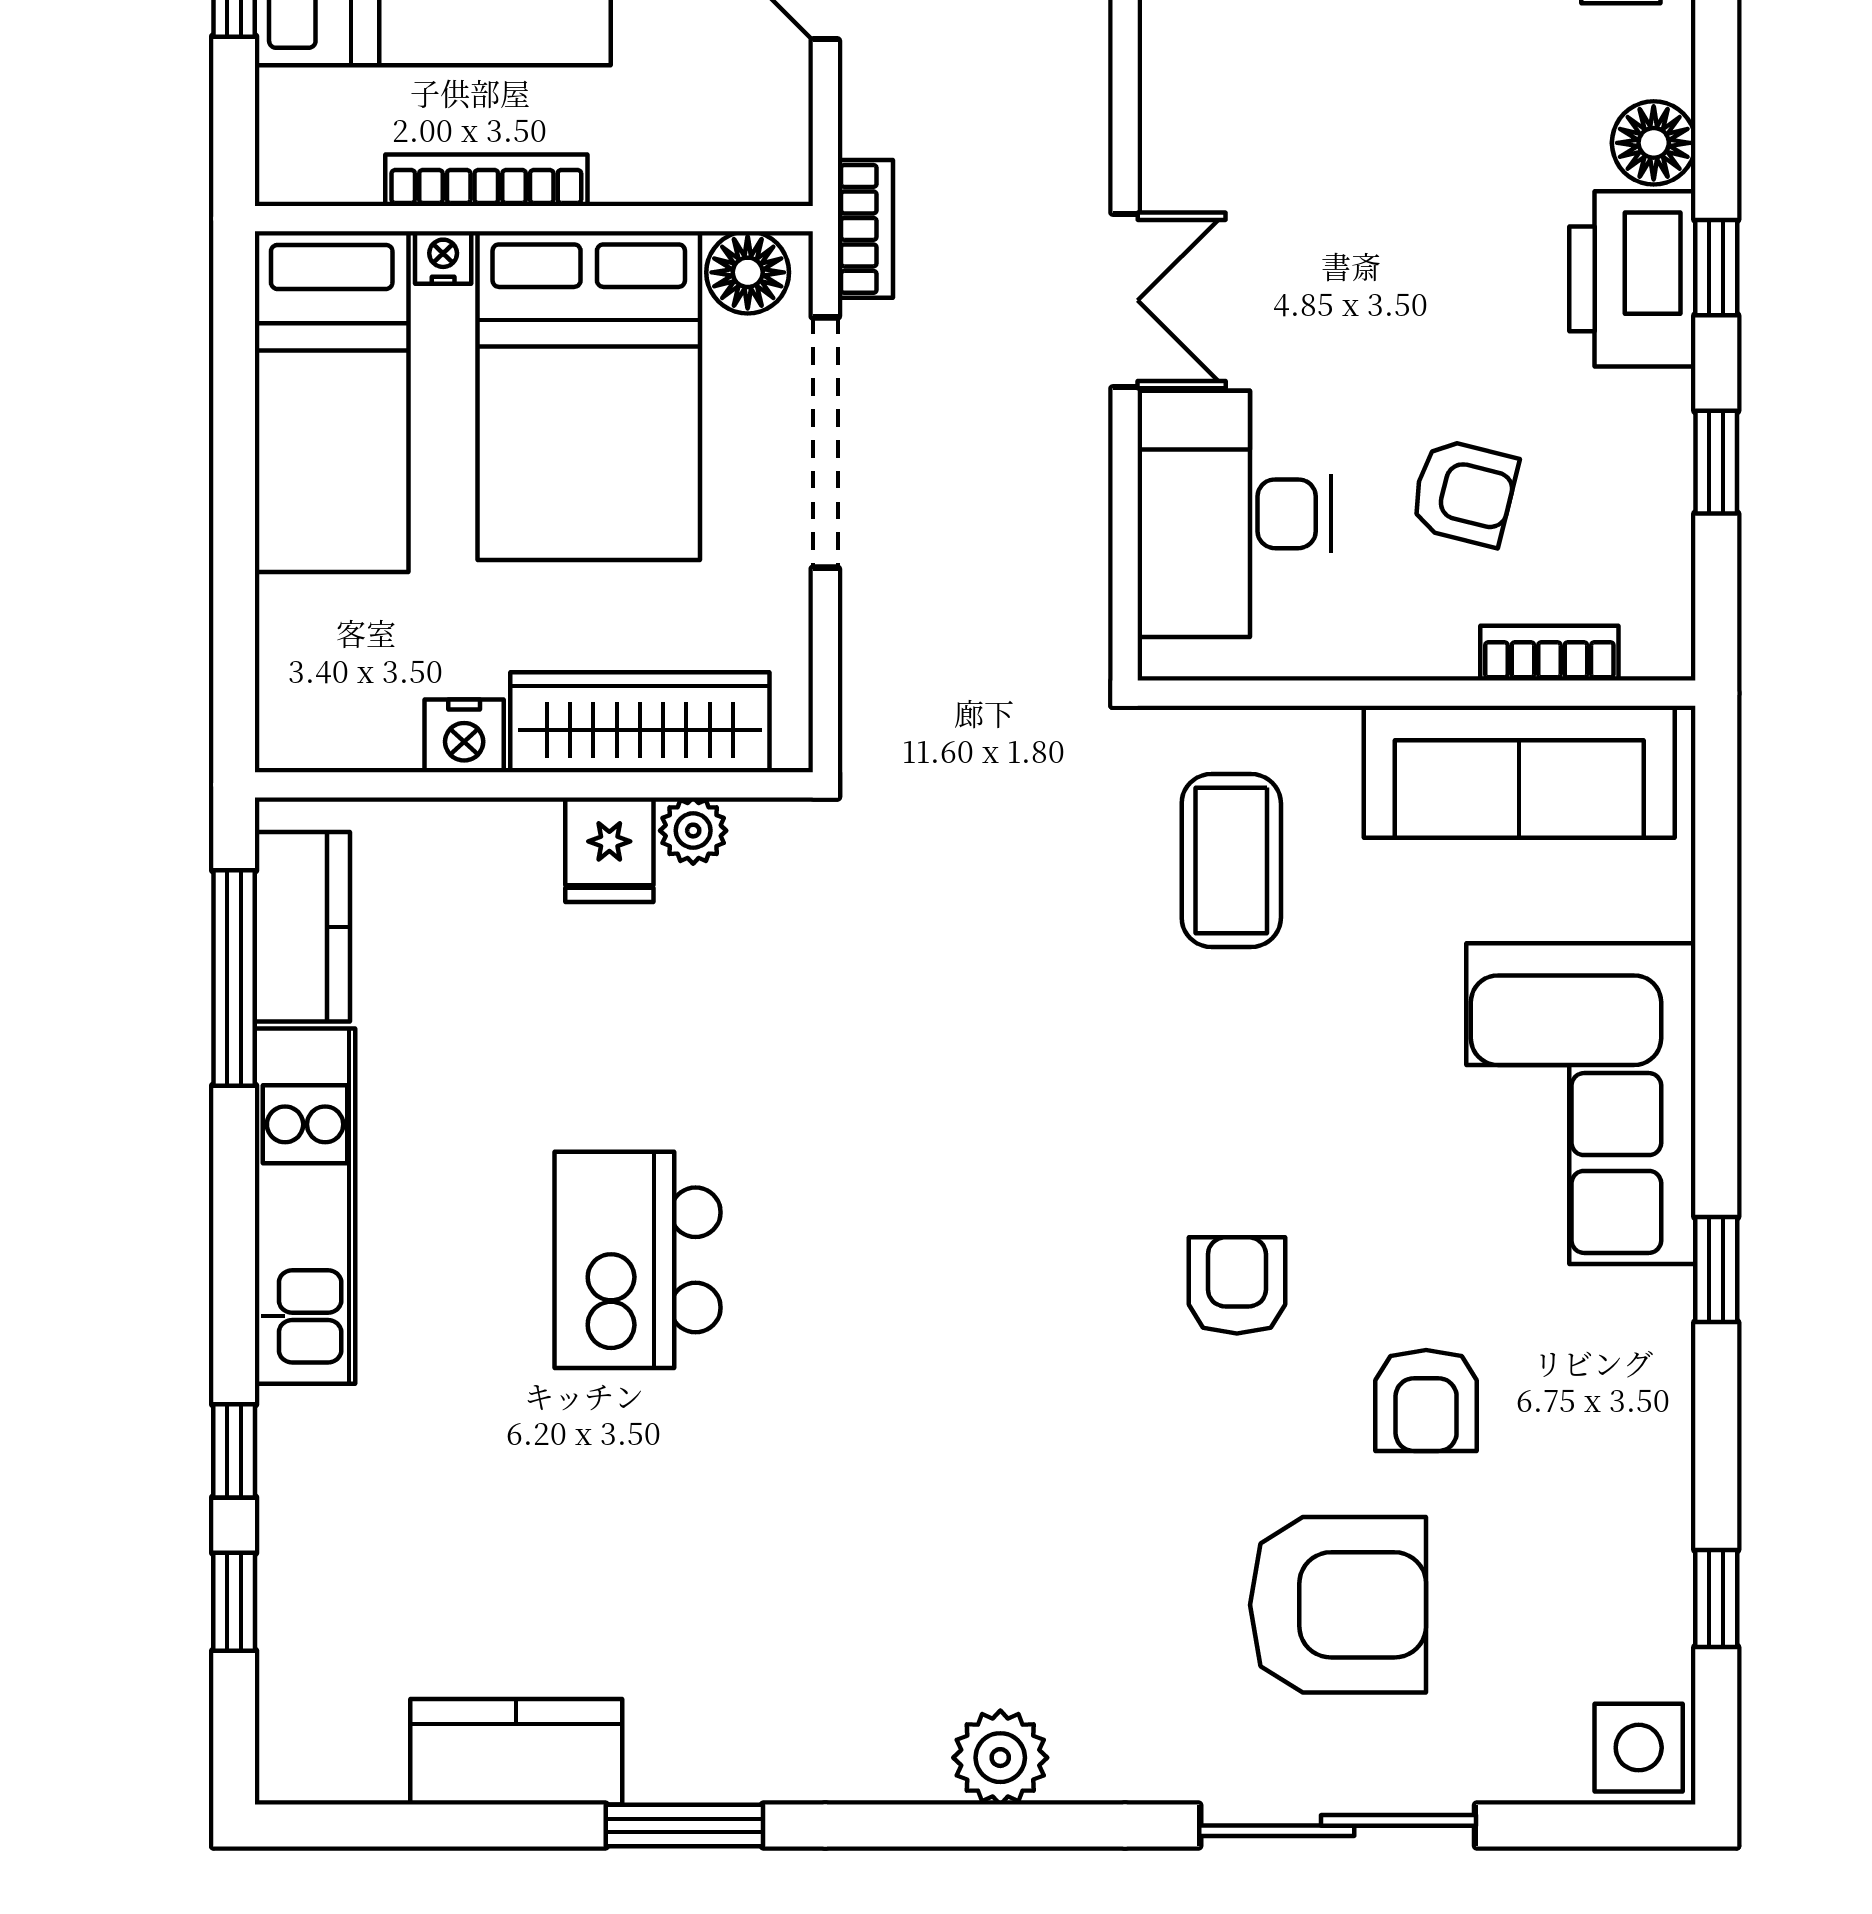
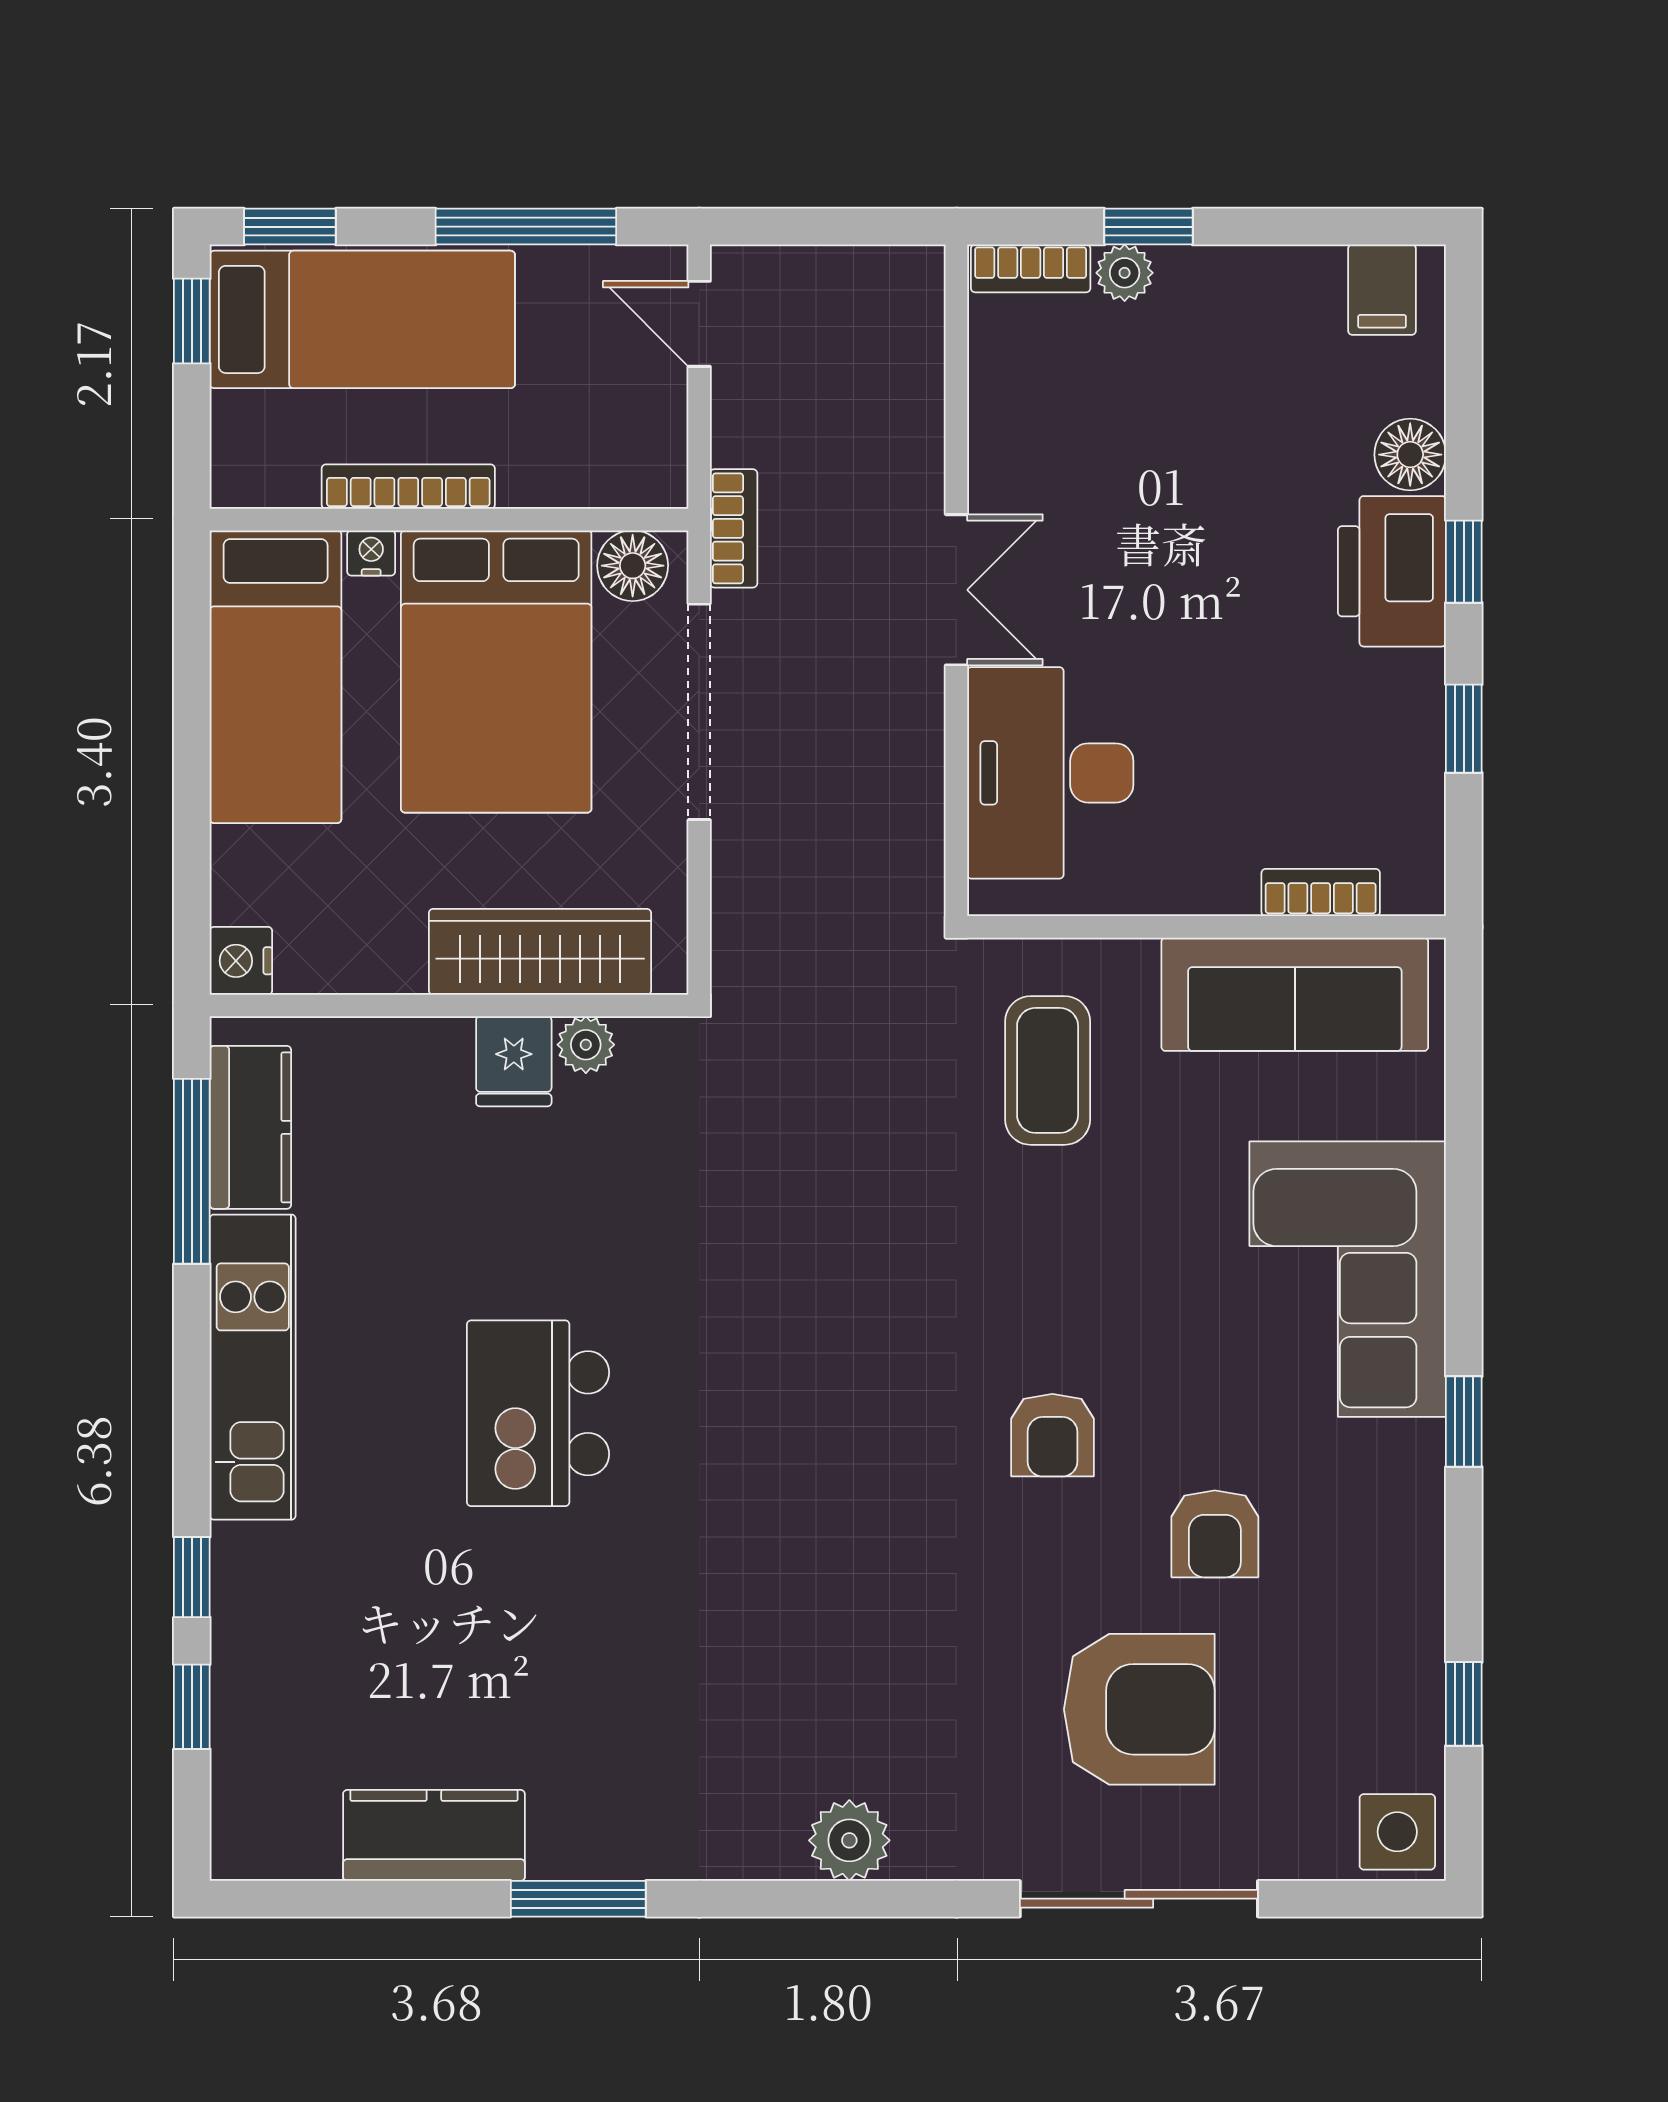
armchair: (1464, 493) -> (1247, 755), removed
nightstand: (464, 736) -> (241, 961), moved, turned 90
armchair: (1237, 1285) -> (1052, 1435), turned 180

